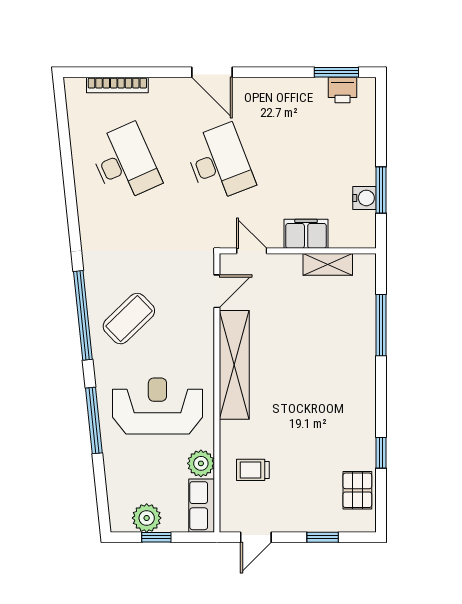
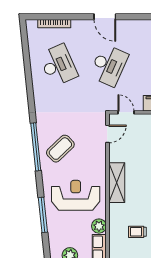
desk: (219, 163) -> (109, 65), turned 45
shelving: (234, 365) -> (117, 183), width x0.68
window: (94, 421) -> (43, 215), moved
trolley: (253, 470) -> (137, 232), moved

